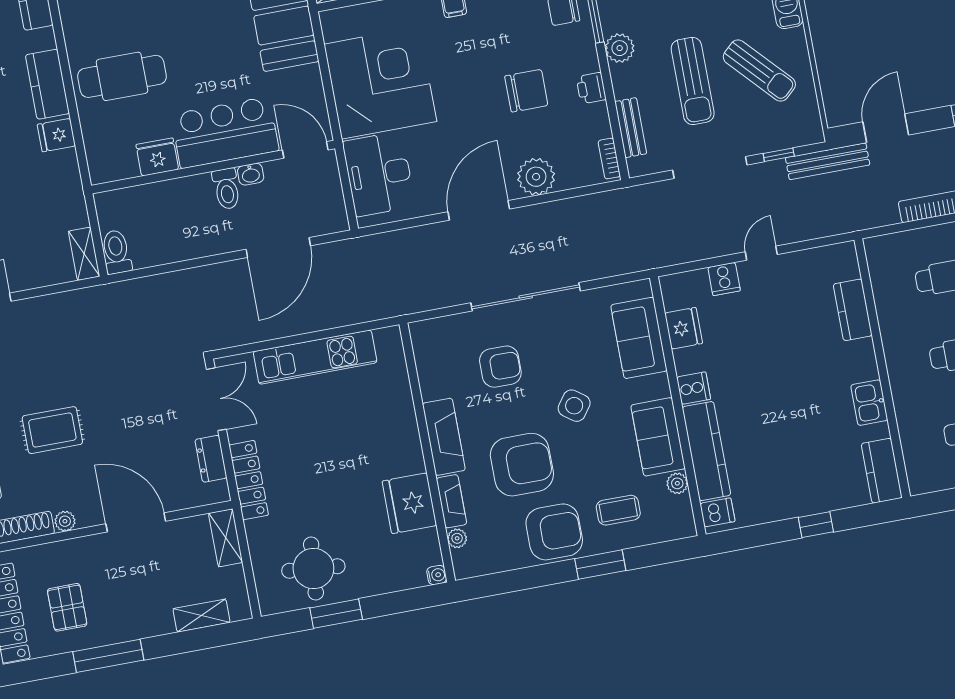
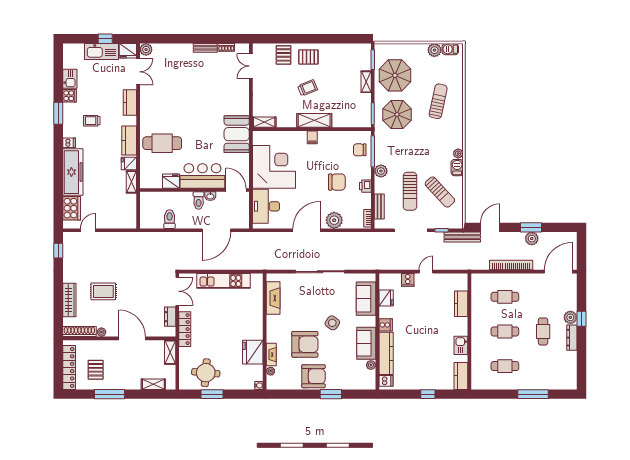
toilet: (116, 252) -> (170, 219), moved
shelving: (84, 254) -> (131, 182), moved
armchair: (500, 367) -> (303, 300), removed
fireplace: (444, 437) -> (273, 298), moved
coffee table: (618, 510) -> (343, 372), removed

